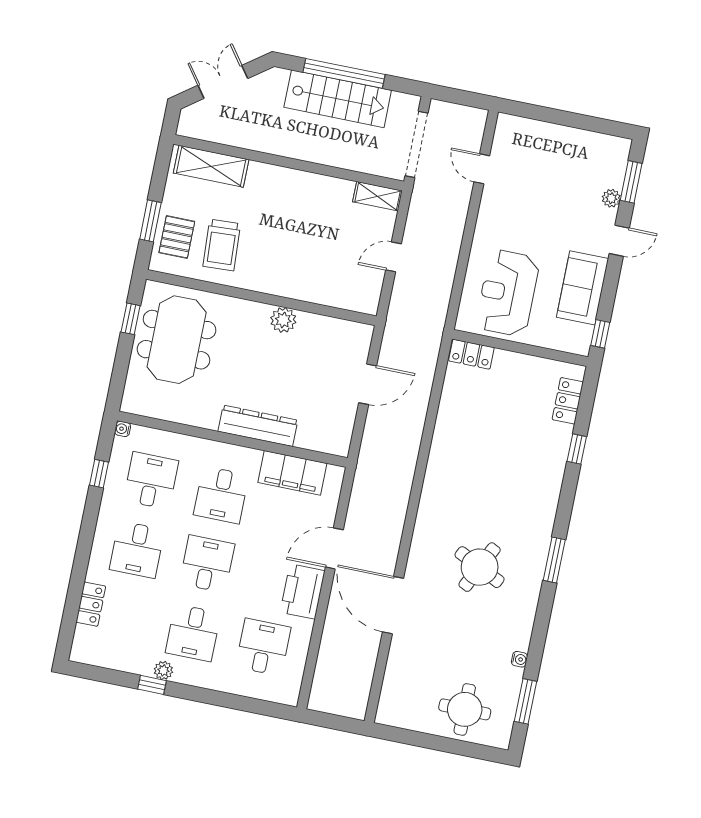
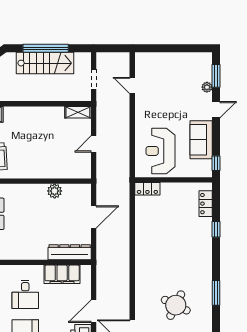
doorway: (416, 144) -> (94, 79), width x0.53
plant: (283, 320) -> (55, 191), moved
dresser: (258, 426) -> (70, 252), moved

